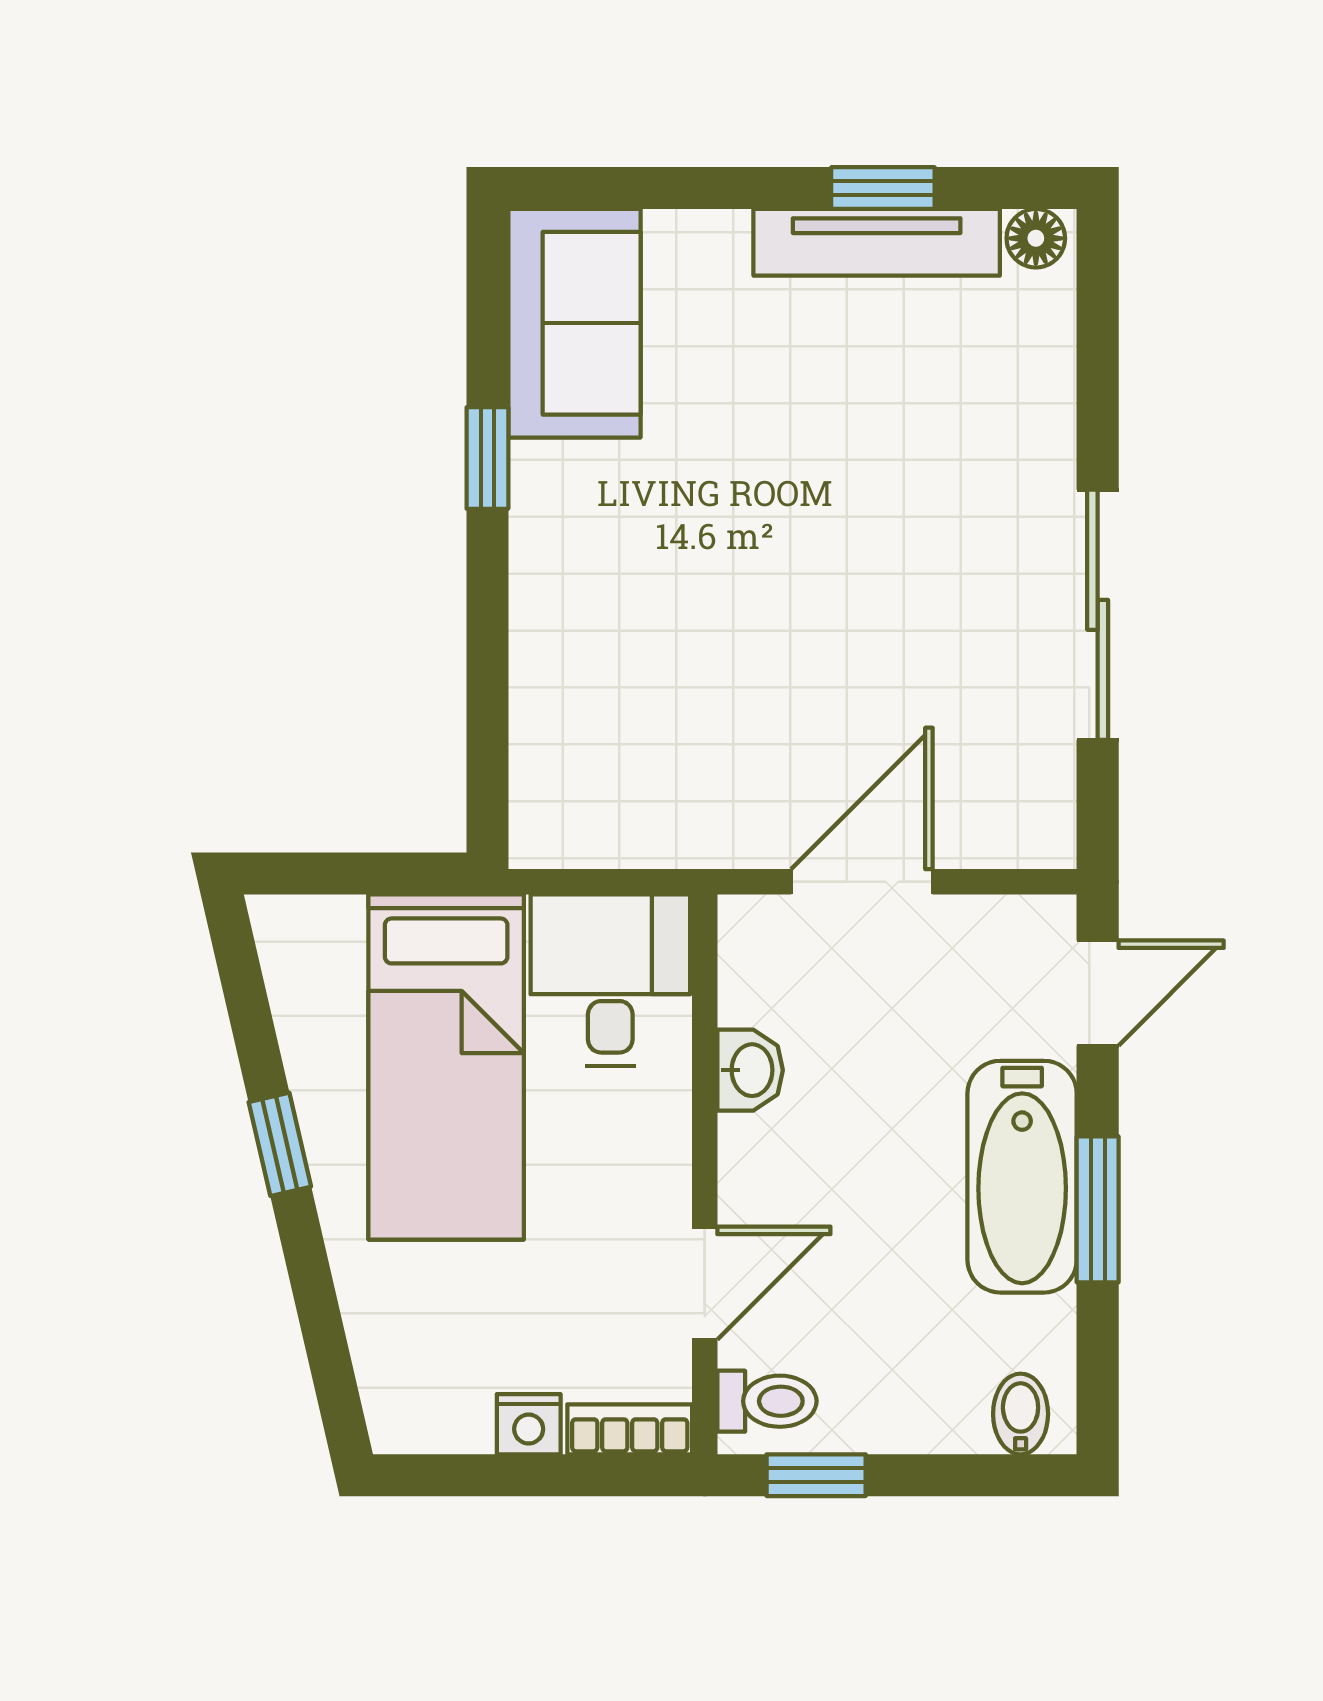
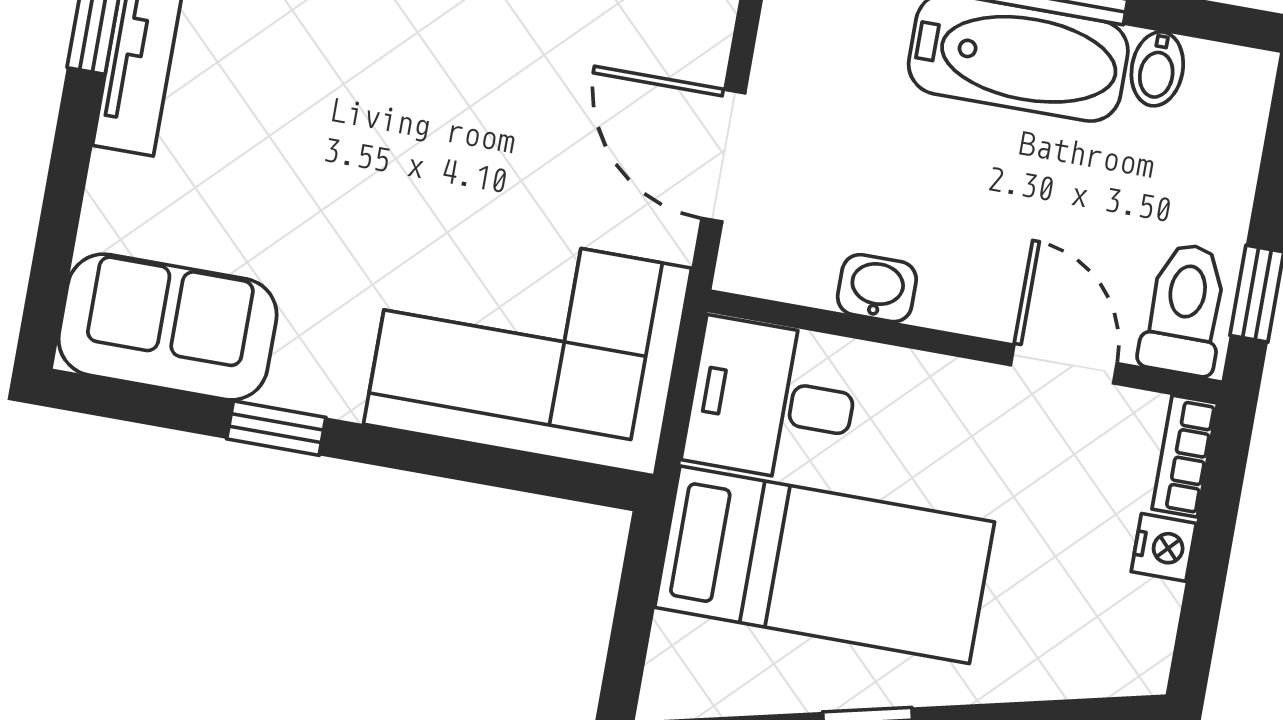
corner sofa: (622, 710) -> (528, 346), added
toilet: (767, 1401) -> (1185, 309), width x1.37, depth x1.39
bidet: (1021, 1414) -> (1157, 69), moved, turned -90

